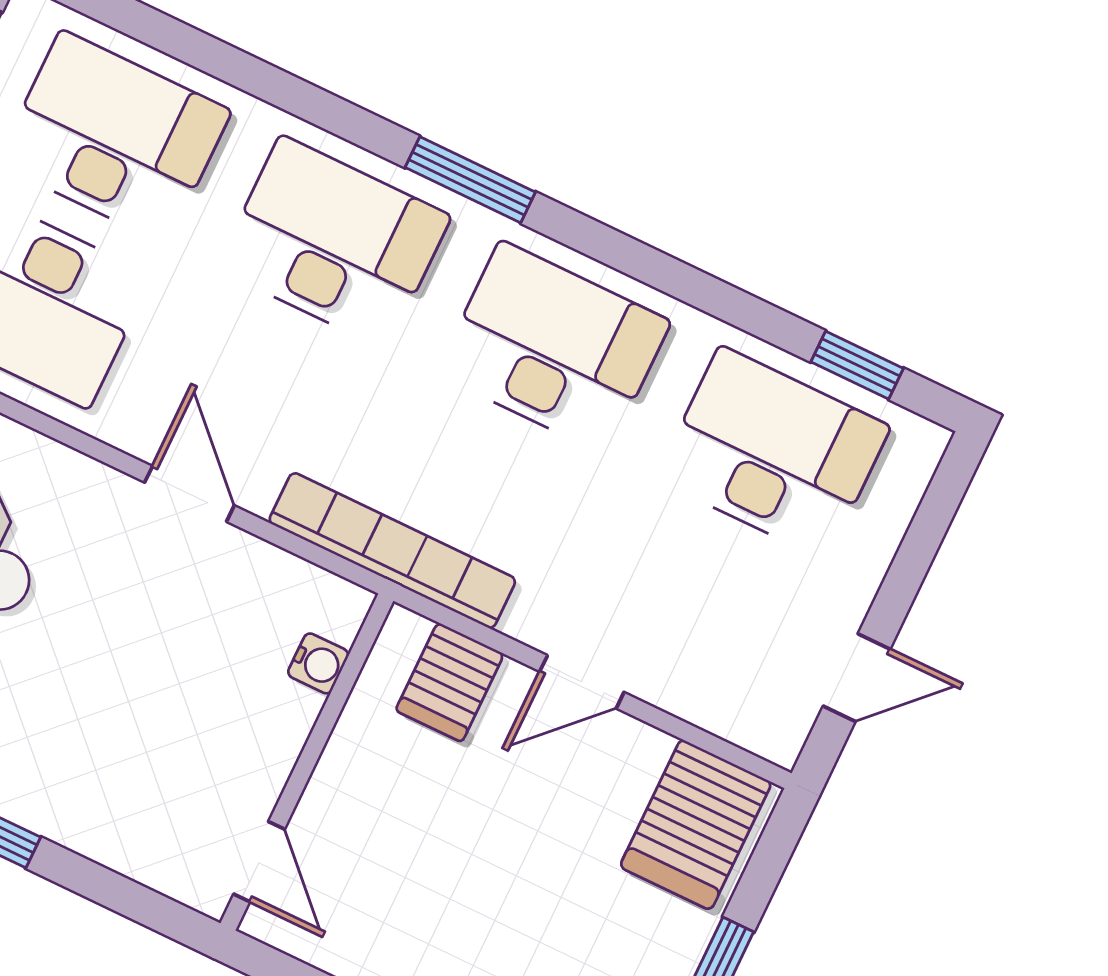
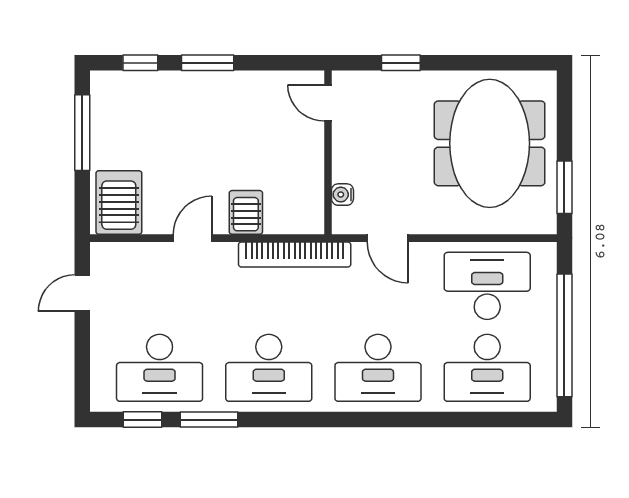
window: (470, 180) -> (209, 420), moved
water cooler: (318, 663) -> (342, 195), moved
wall: (307, 762) -> (328, 152), moved
door: (259, 862) -> (328, 103), moved

